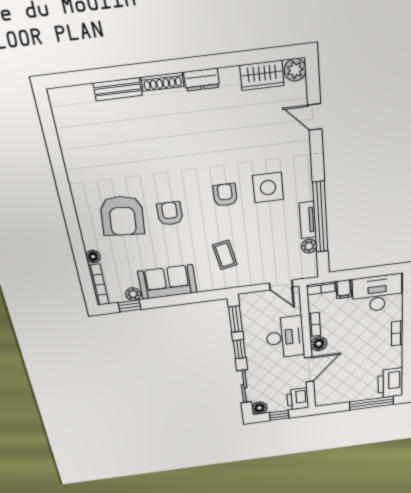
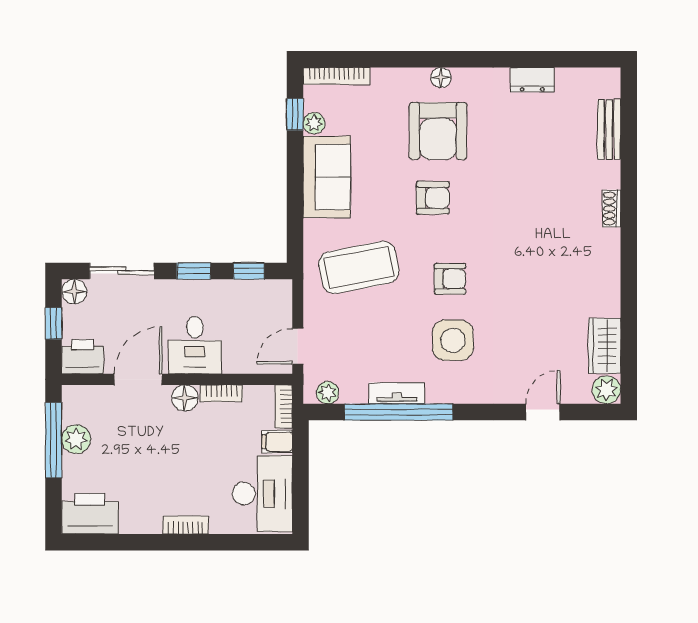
dresser: (202, 80) -> (532, 80), moved, turned -90
shoe rack: (162, 82) -> (612, 209), width x0.70
bench: (118, 89) -> (609, 129), moved
armchair: (122, 216) -> (438, 131), turned -95
plant: (309, 246) -> (327, 393), moved
coffee table: (225, 255) -> (359, 267), width x1.86, depth x1.72
floor lamp: (93, 257) -> (441, 78), moved
window: (236, 319) -> (249, 271), width x0.67
desk: (285, 337) -> (195, 345), width x0.73
door: (309, 369) -> (138, 379), swing flipped
plant: (346, 396) -> (76, 439), added
window: (371, 403) -> (54, 440), moved

